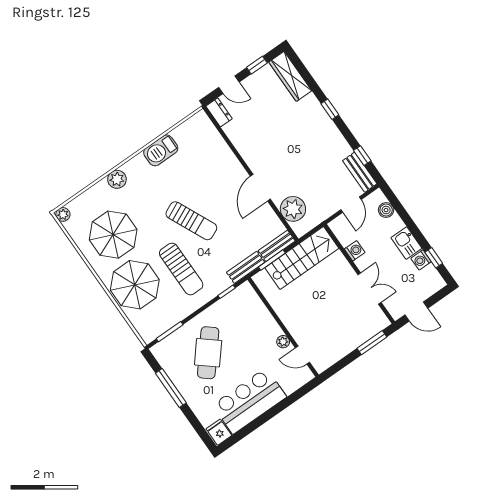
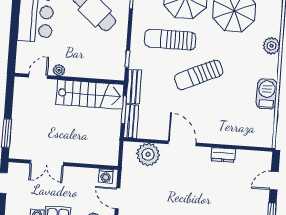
dresser: (219, 112) -> (223, 155), moved
washing machine: (355, 251) -> (106, 176), moved
stairs: (302, 258) -> (90, 94), moved, turned -90

